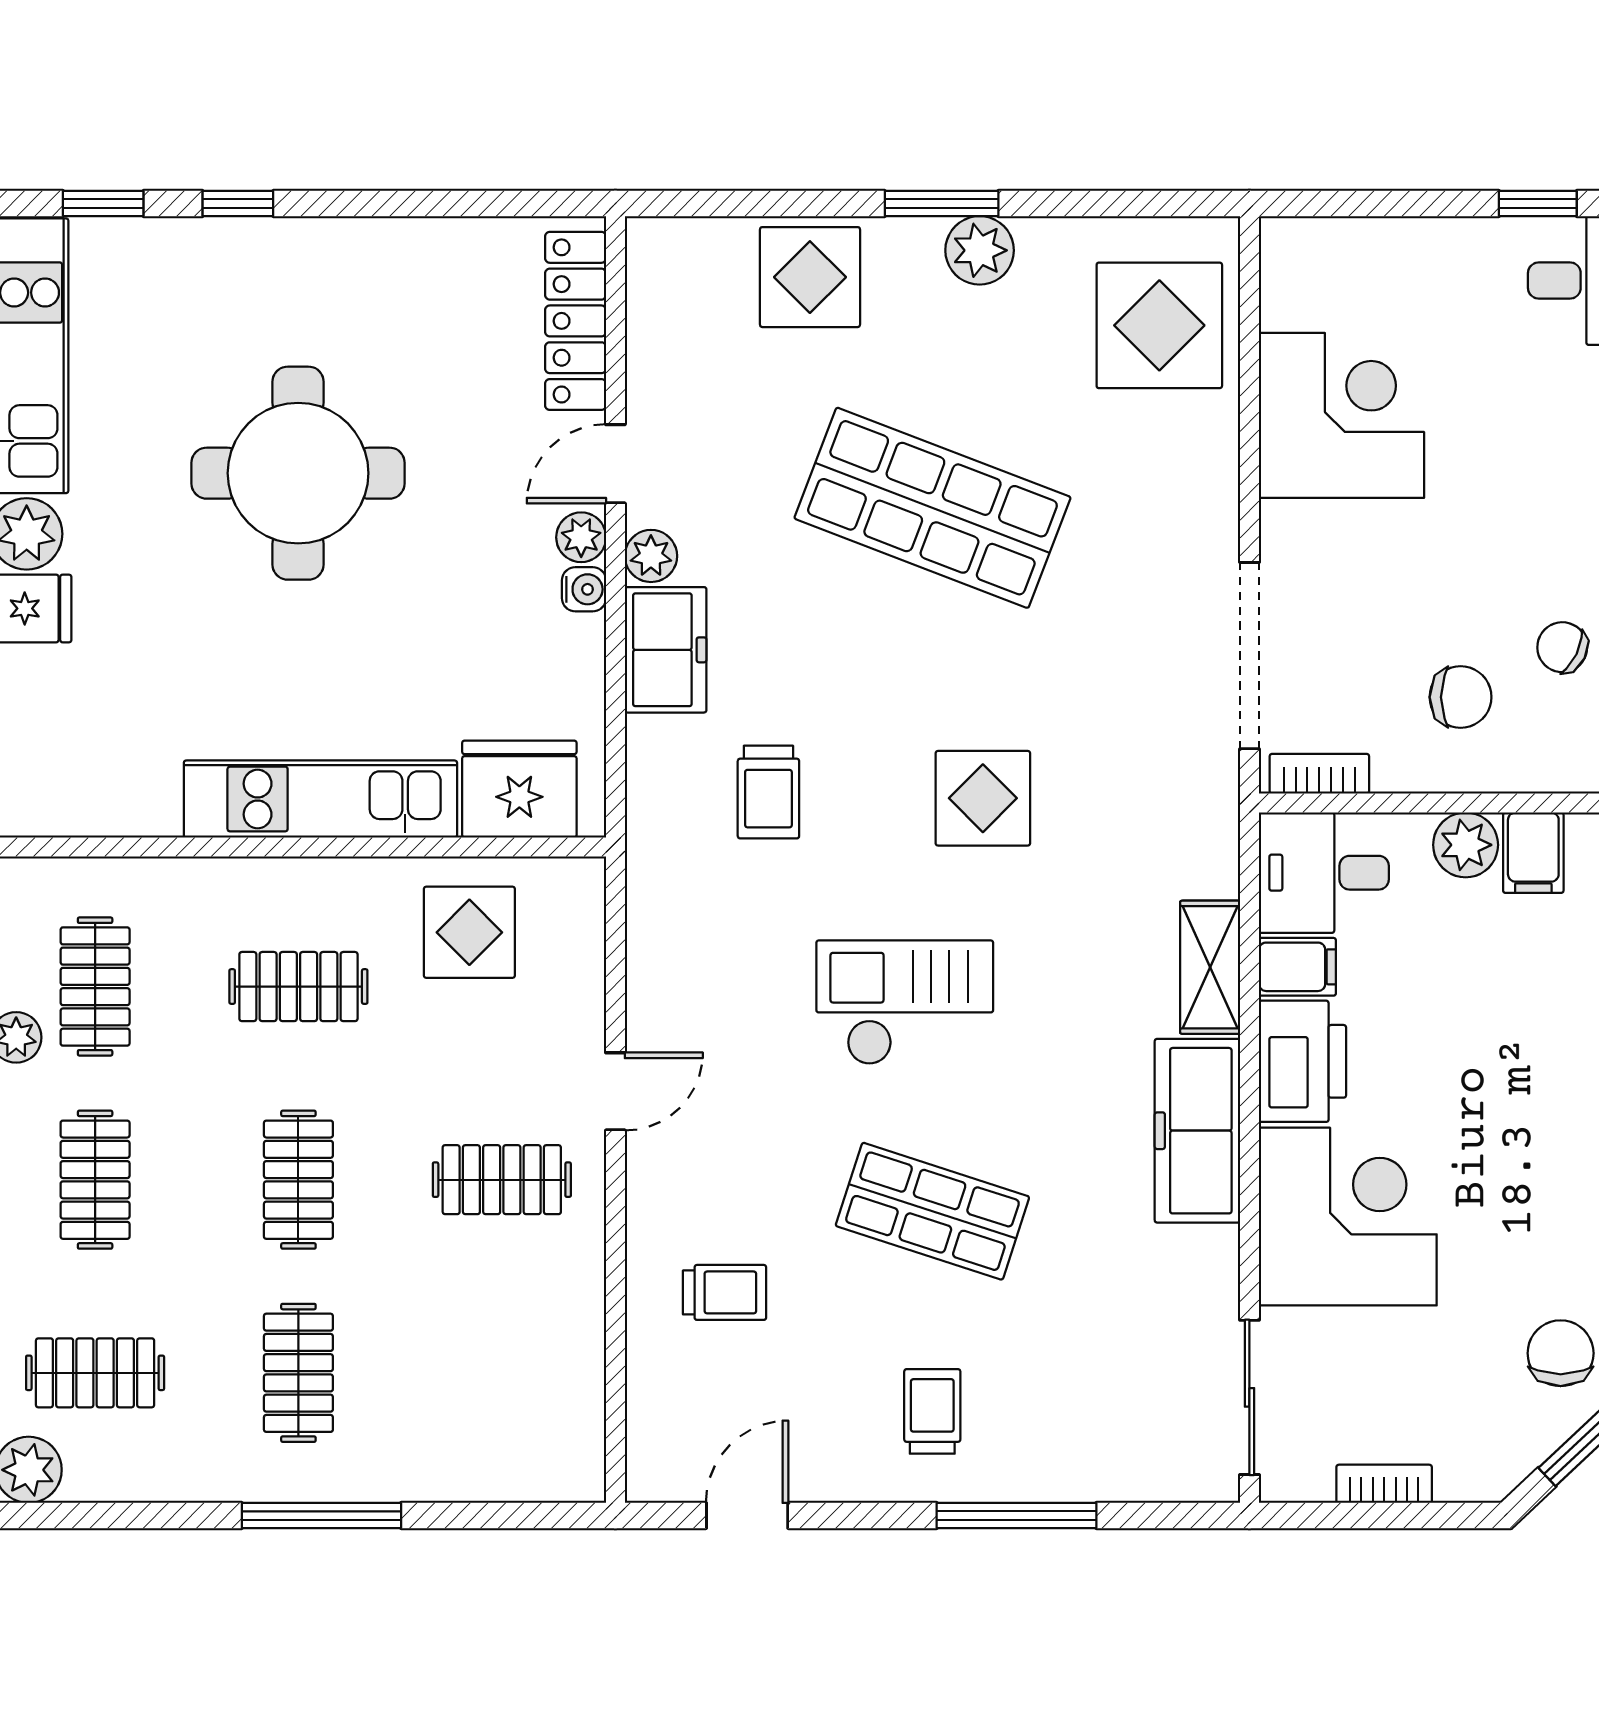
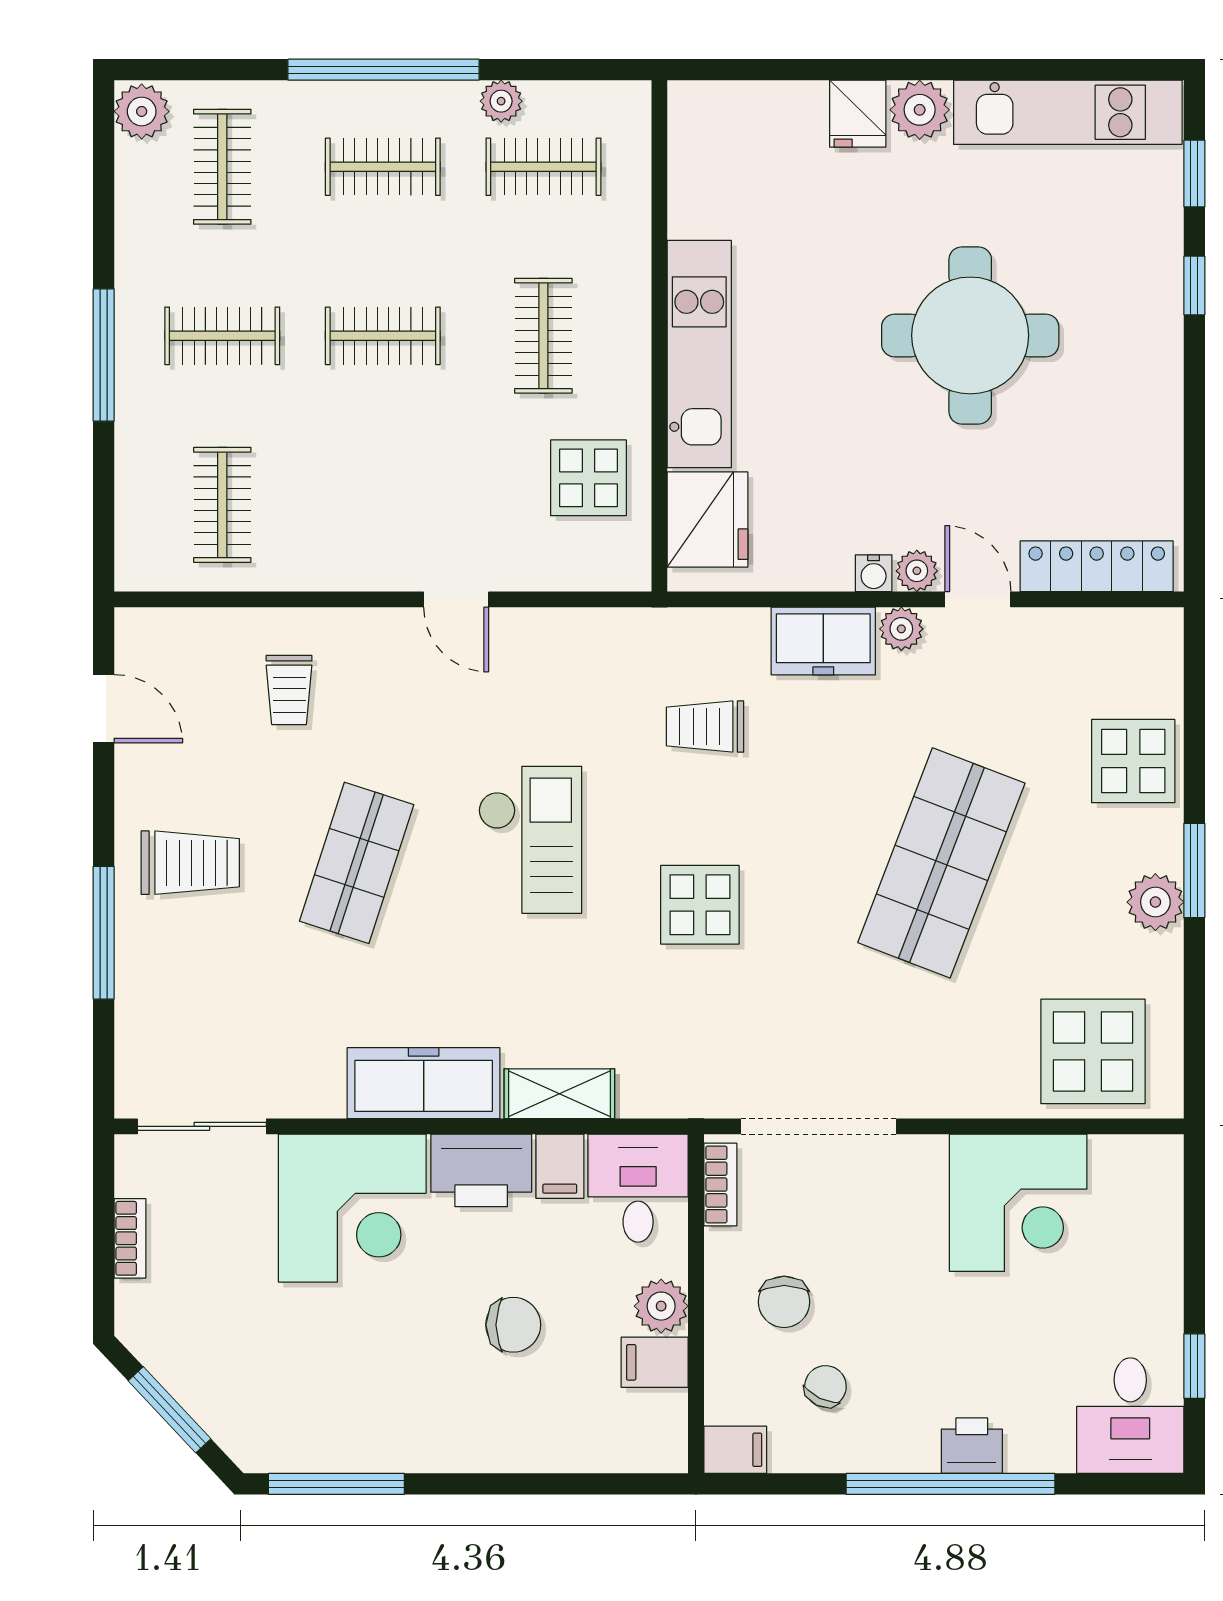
clothes rail: (502, 1180) -> (222, 505), moved
chair: (1561, 1353) -> (513, 1325), moved
trolley: (932, 1411) -> (190, 863), width x1.36, depth x1.39

